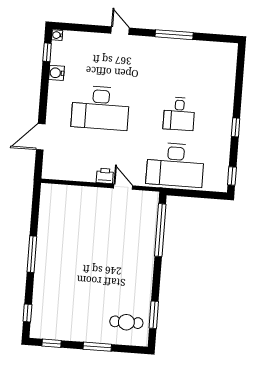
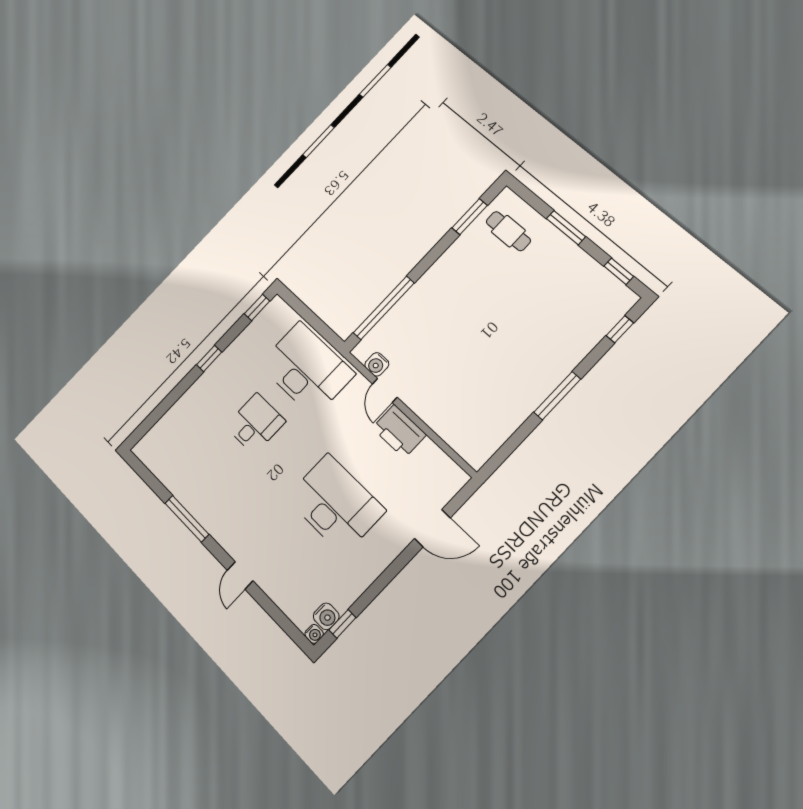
water cooler: (56, 73) -> (326, 616), moved
printer: (105, 176) -> (399, 431), width x1.87, depth x1.48
water cooler: (139, 197) -> (377, 364), added

